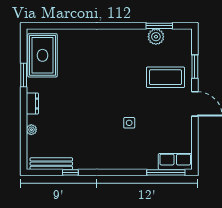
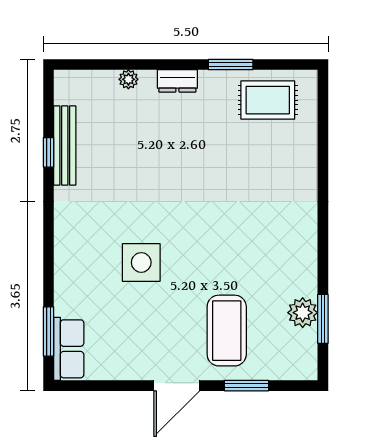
rug: (42, 55) -> (268, 100), width x0.73, depth x0.70
side table: (129, 123) -> (141, 262), width x1.87, depth x1.87
bench: (51, 164) -> (65, 146), moved
window: (166, 172) -> (48, 331), width x0.69

